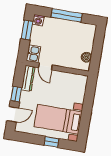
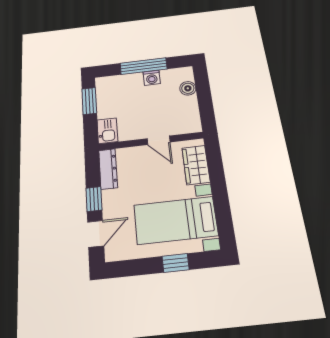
washing machine: (38, 20) -> (152, 78), moved
boiler: (86, 57) -> (188, 88), moved
door: (45, 66) -> (159, 140), moved
wardrobe: (79, 91) -> (196, 165), added

